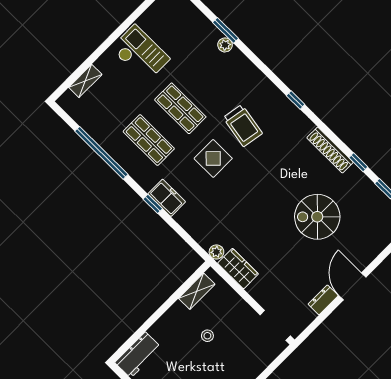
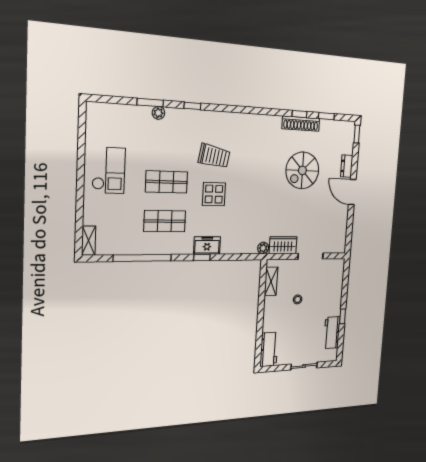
checkout: (140, 54) -> (109, 170), turned 90
shelving: (85, 81) -> (89, 241), moved
window: (296, 100) -> (192, 106), moved
shoe rack: (330, 150) -> (301, 124), moved
dresser: (323, 300) -> (347, 166), moved
doorway: (275, 325) -> (311, 256), moved

